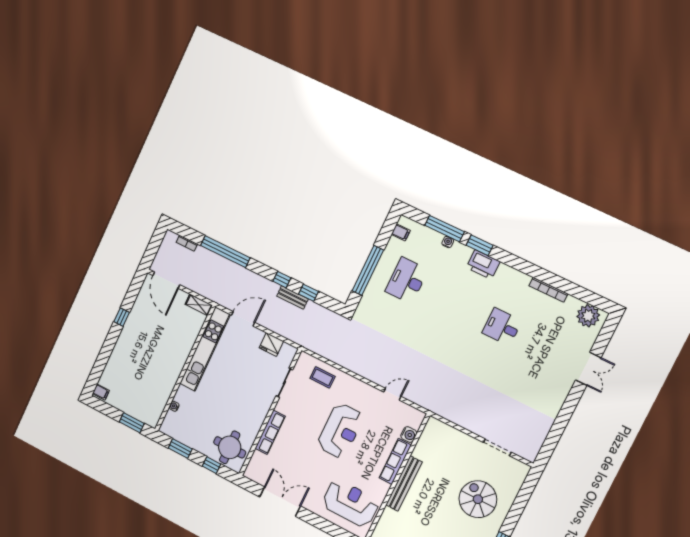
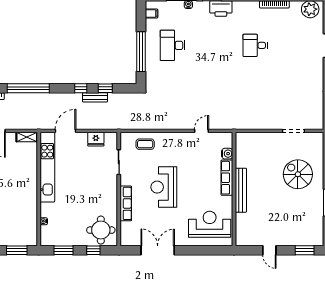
reception desk: (340, 431) -> (164, 187), moved, turned 180

